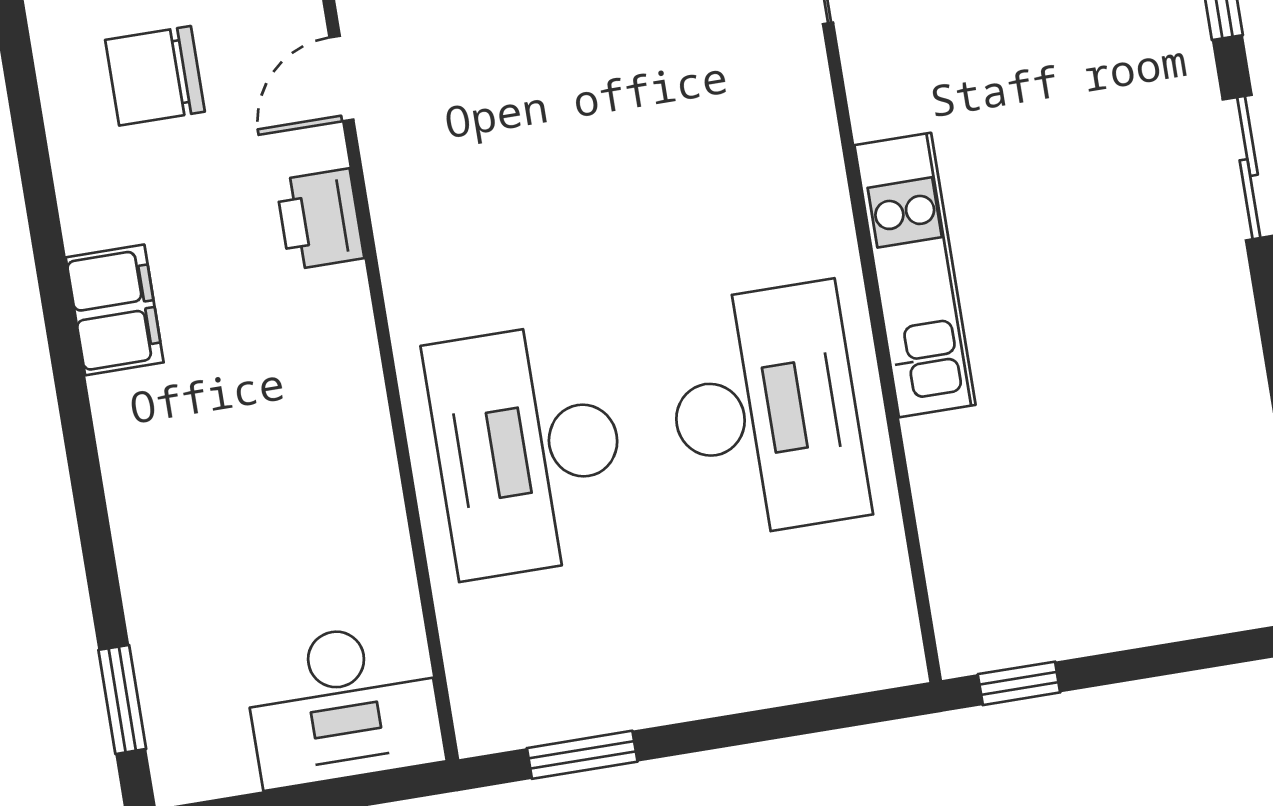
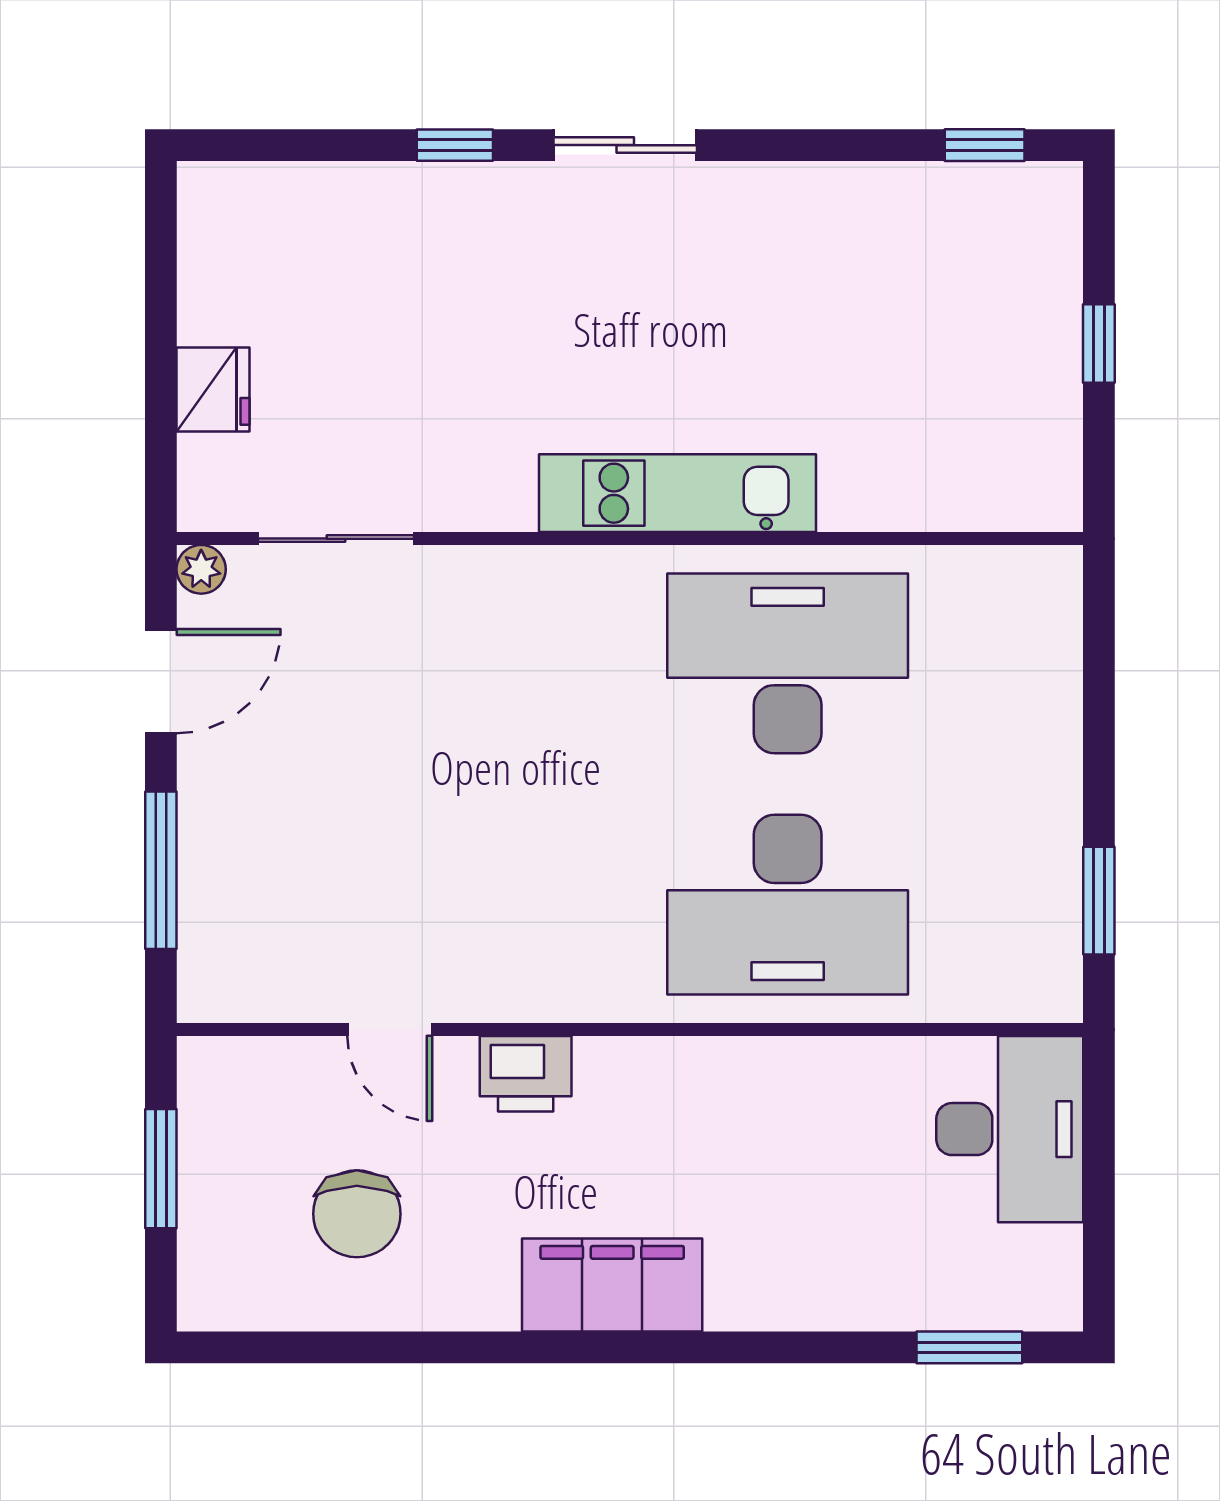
filing cabinet: (115, 310) -> (612, 1285), width x1.50, depth x1.17
window: (1019, 683) -> (1099, 344), moved

